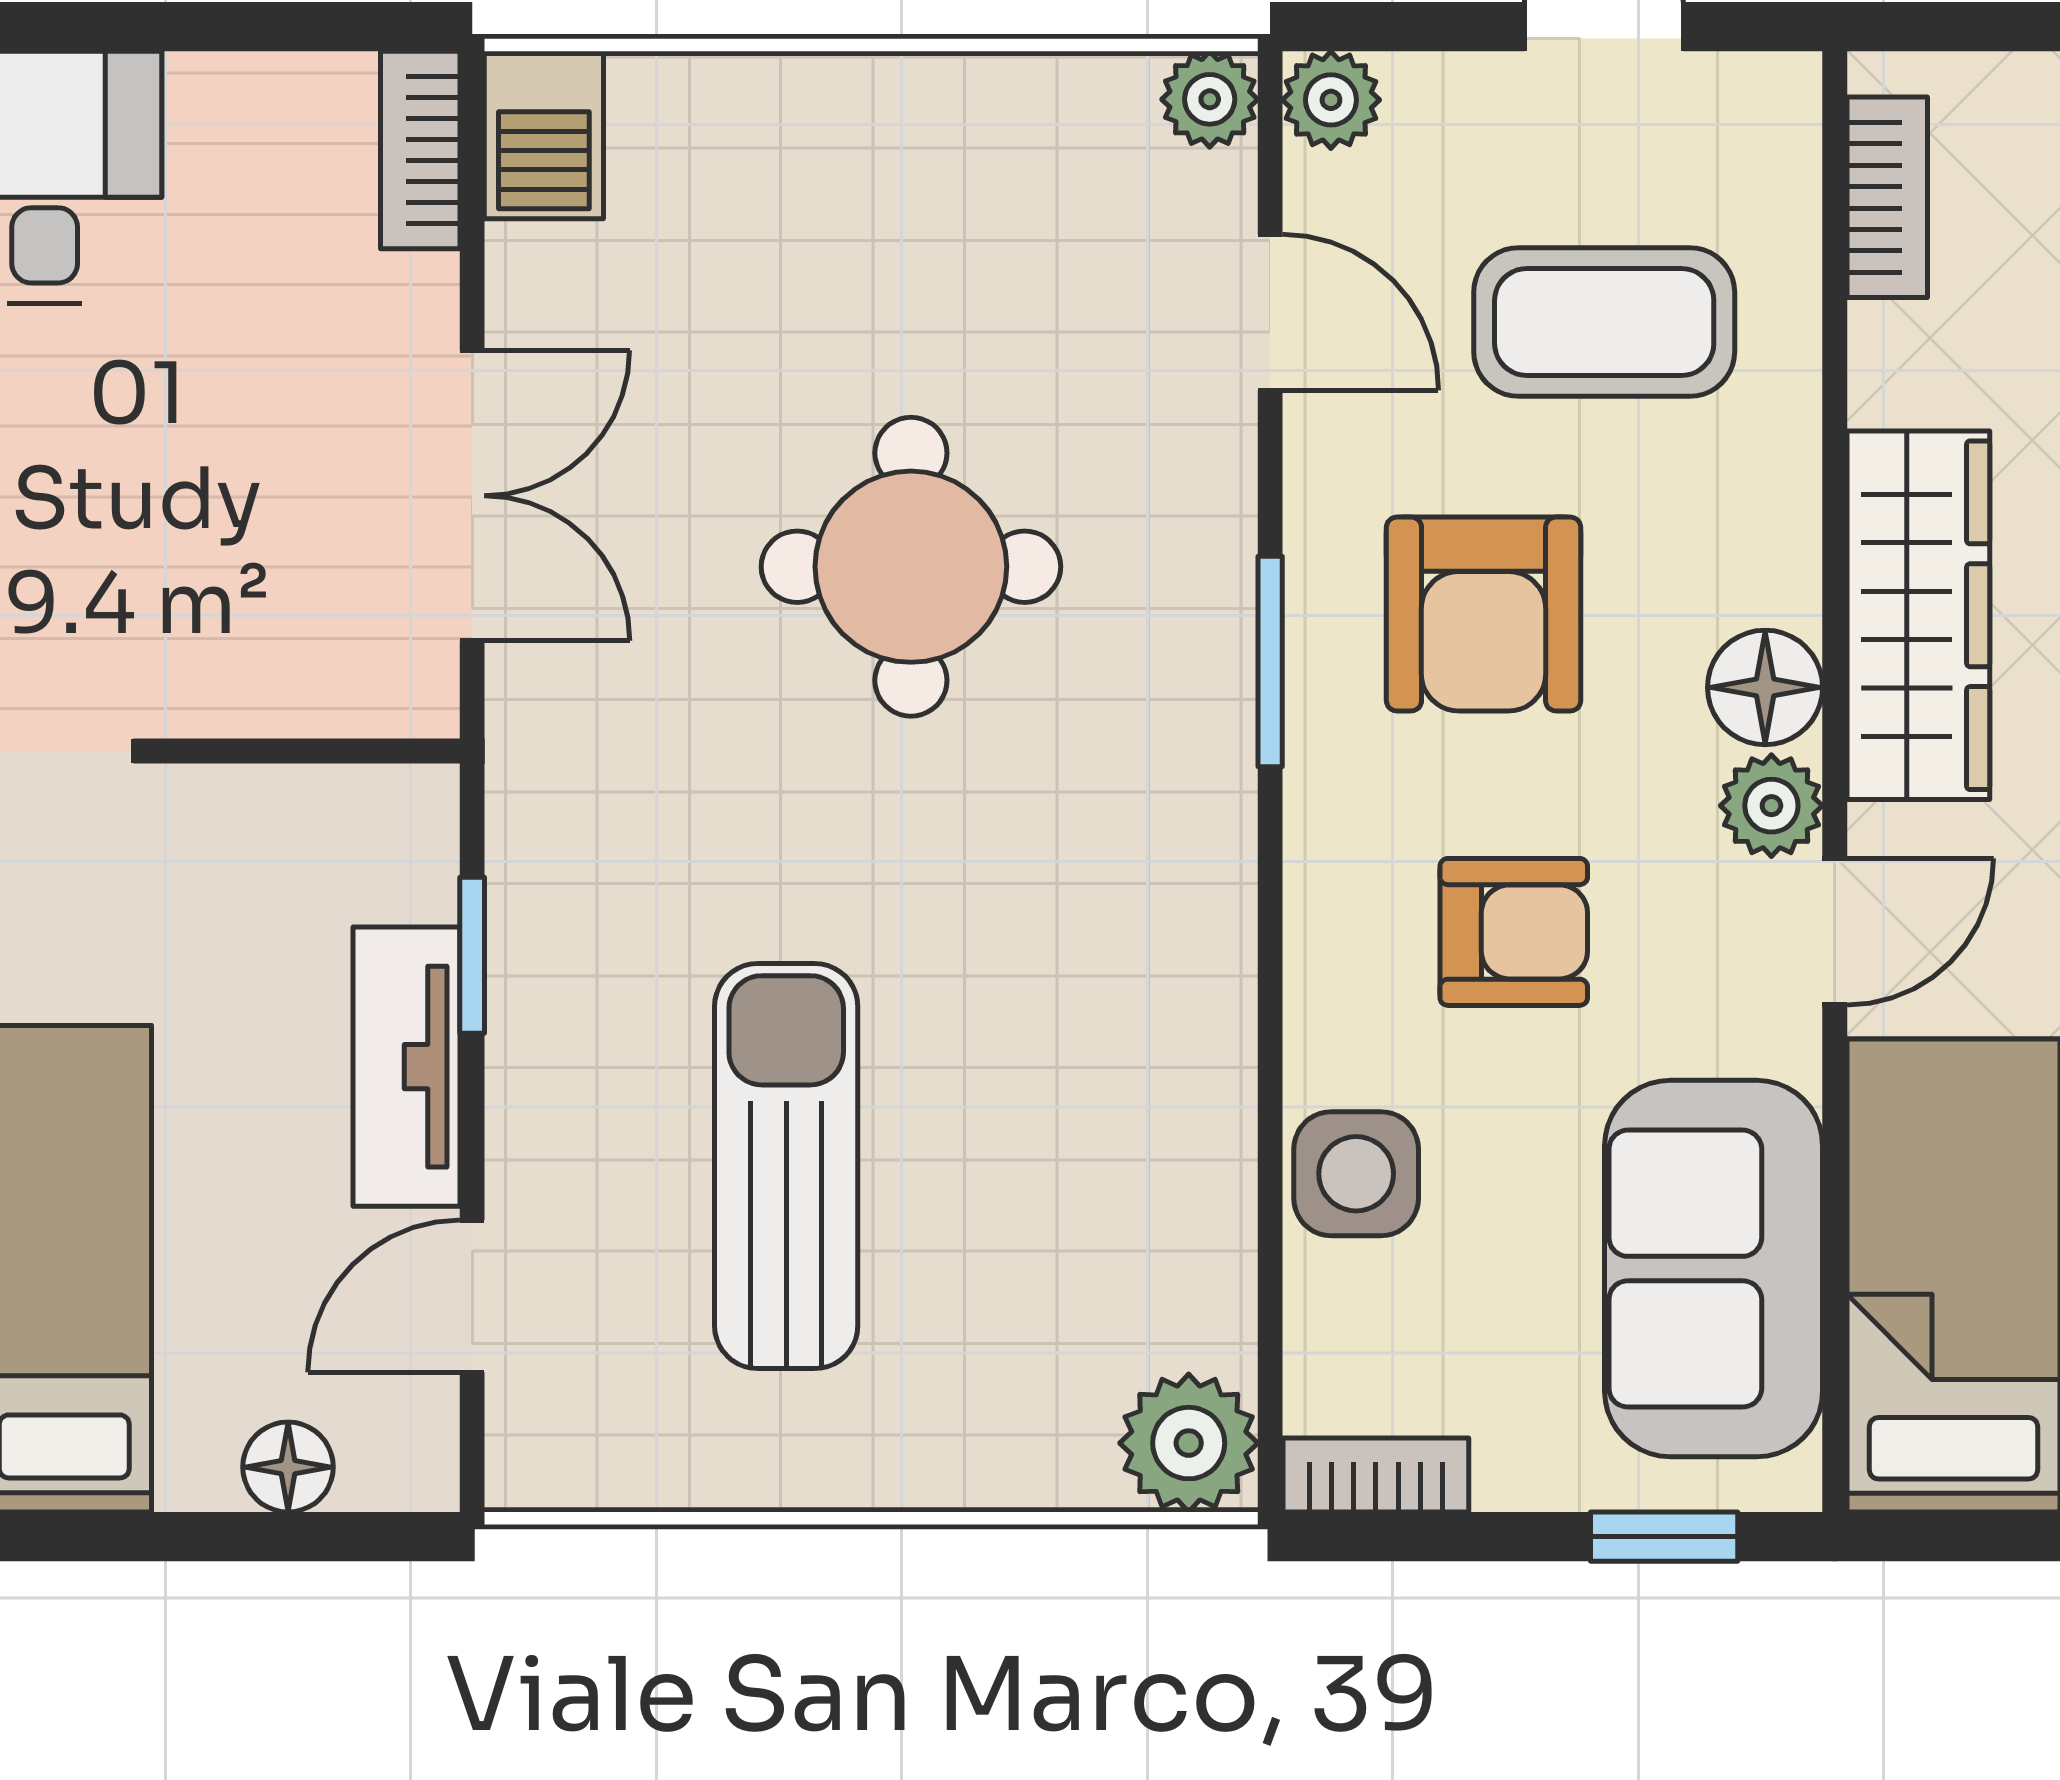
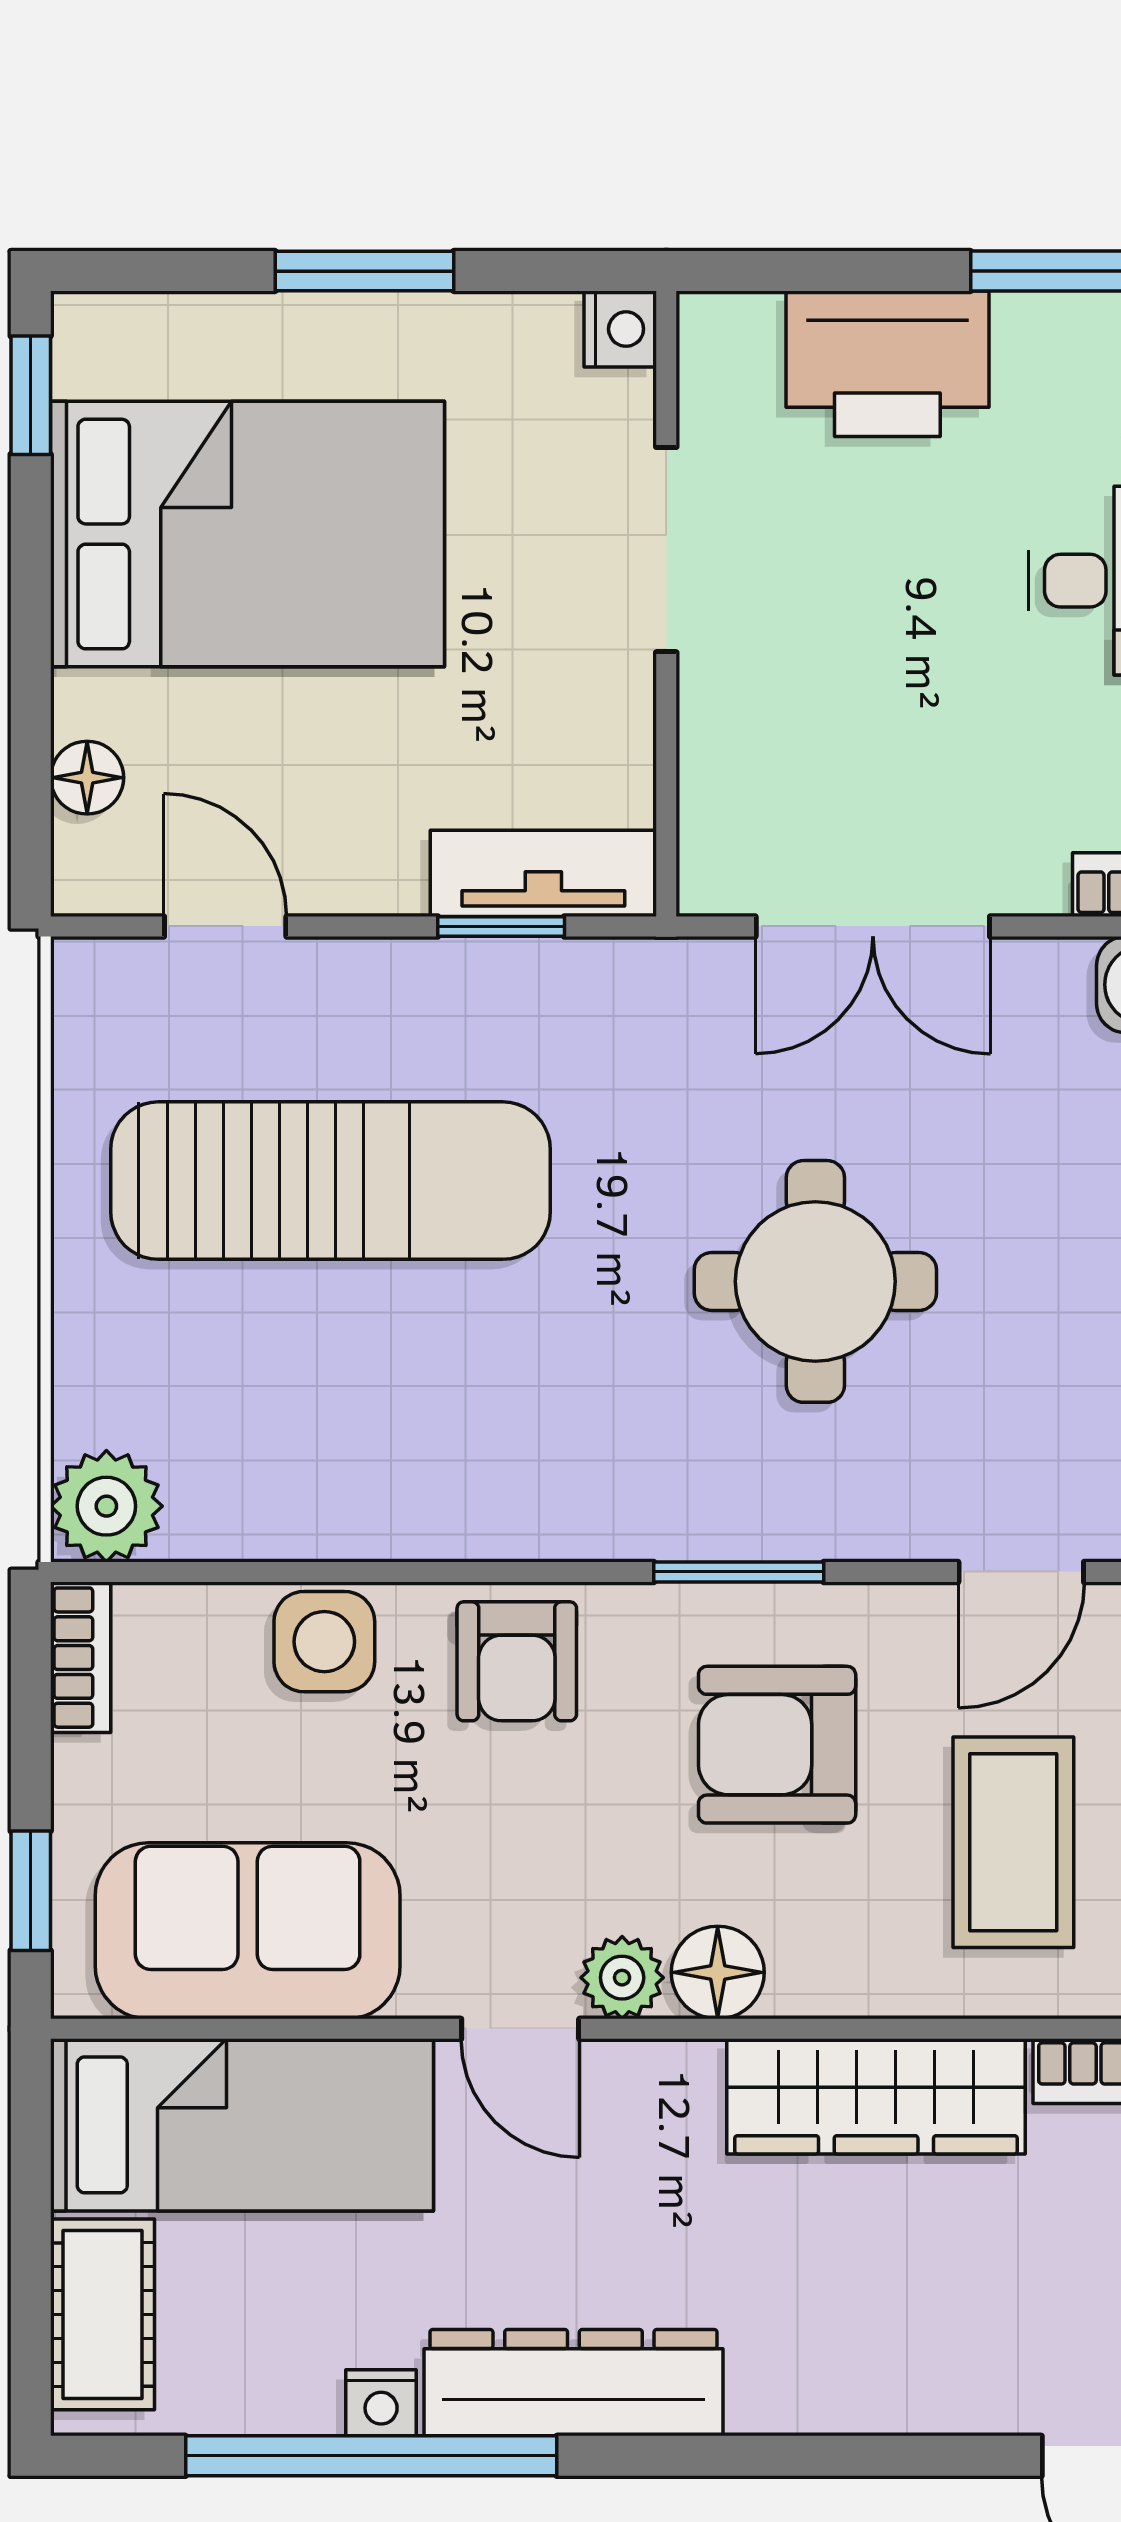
wardrobe: (1918, 615) -> (876, 2096), moved
armchair: (1514, 932) -> (517, 1661), moved
tv unit: (406, 1067) -> (543, 873), moved
sun lounger: (786, 1166) -> (331, 1181), width x1.36, depth x1.34

